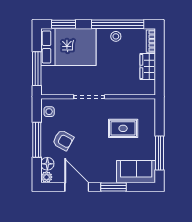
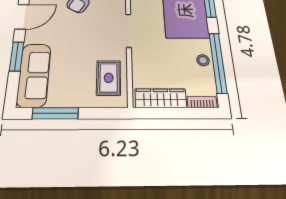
wardrobe: (148, 66) -> (161, 98), width x1.50
rug: (123, 128) -> (109, 78), moved
sofa: (136, 172) -> (34, 75), width x1.36

